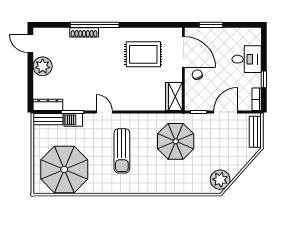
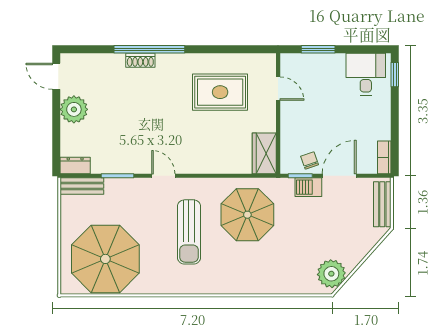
shoe rack: (84, 32) -> (140, 60), width x0.70
door: (183, 52) -> (278, 89), width x0.53
desk: (247, 59) -> (366, 74), moved, turned -90
chair: (197, 75) -> (310, 161), moved
window: (264, 79) -> (395, 75), moved
dresser: (48, 105) -> (75, 165), width x0.70
barbecue: (73, 120) -> (308, 187), moved
parasol: (176, 141) -> (247, 215), moved

